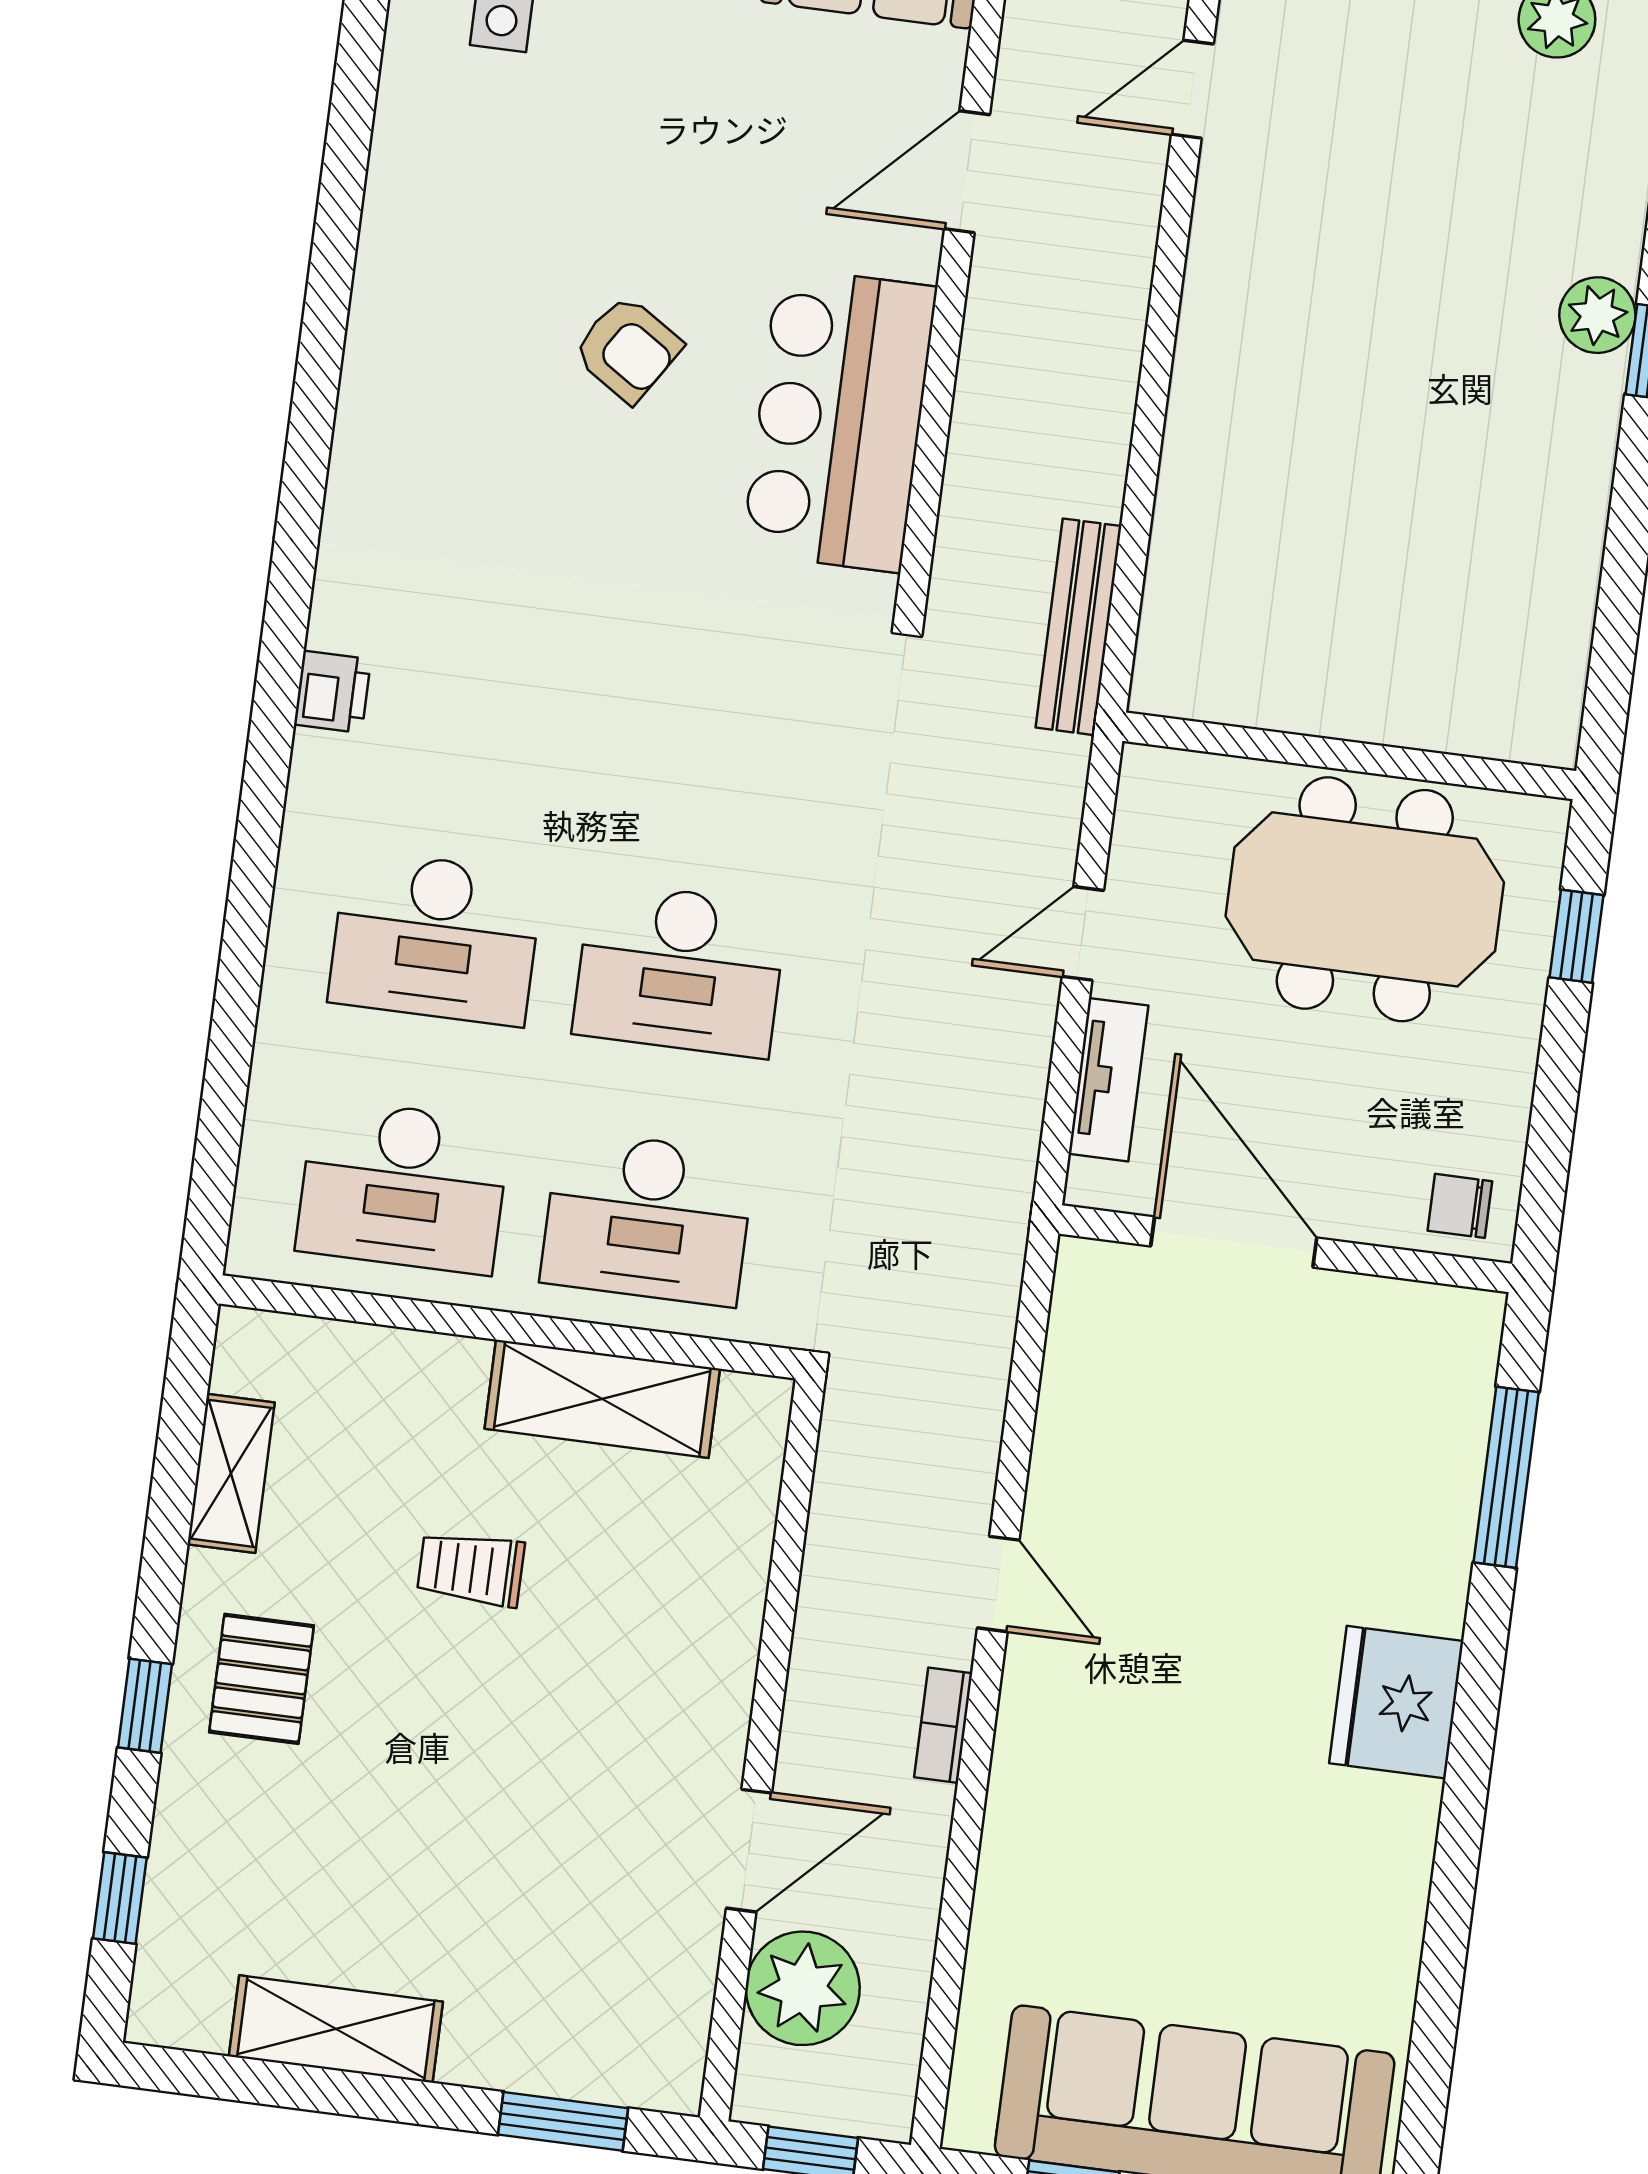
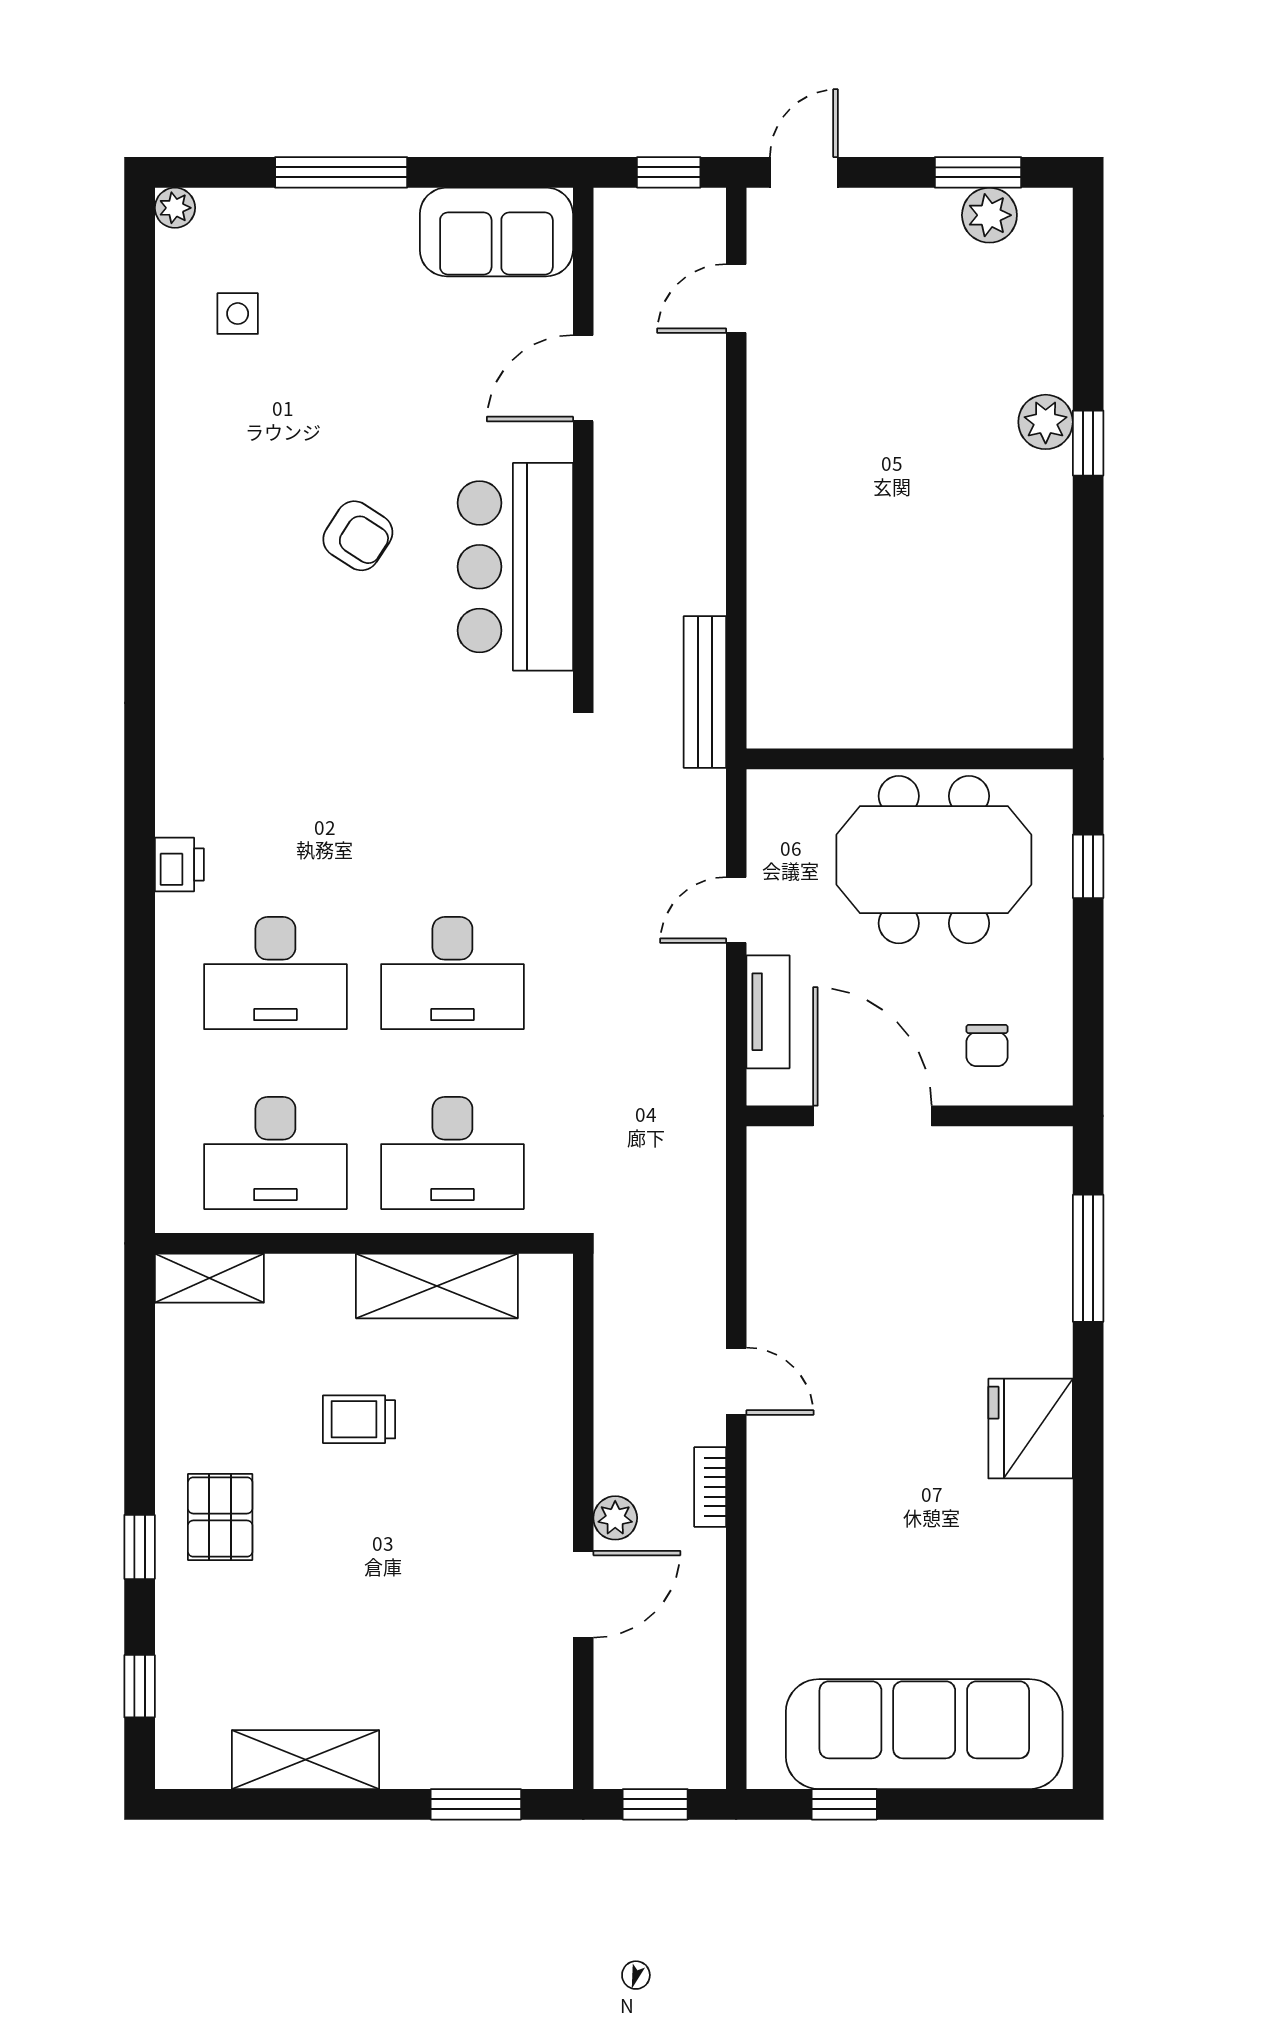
printer: (332, 692) -> (179, 864), moved
chair: (1460, 1206) -> (987, 1046), moved, turned -90
shelving: (231, 1473) -> (209, 1278), moved, turned 90
plant: (803, 1988) -> (615, 1518), moved, width x0.53, depth x0.53

